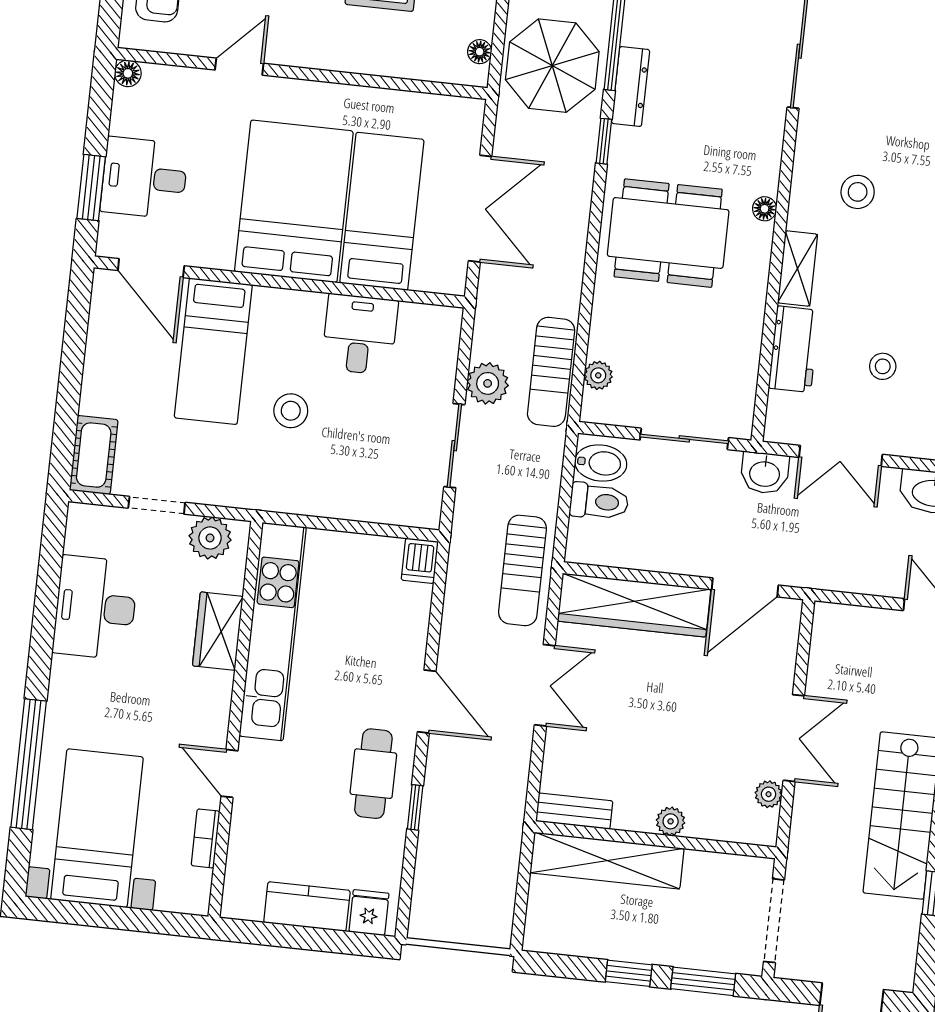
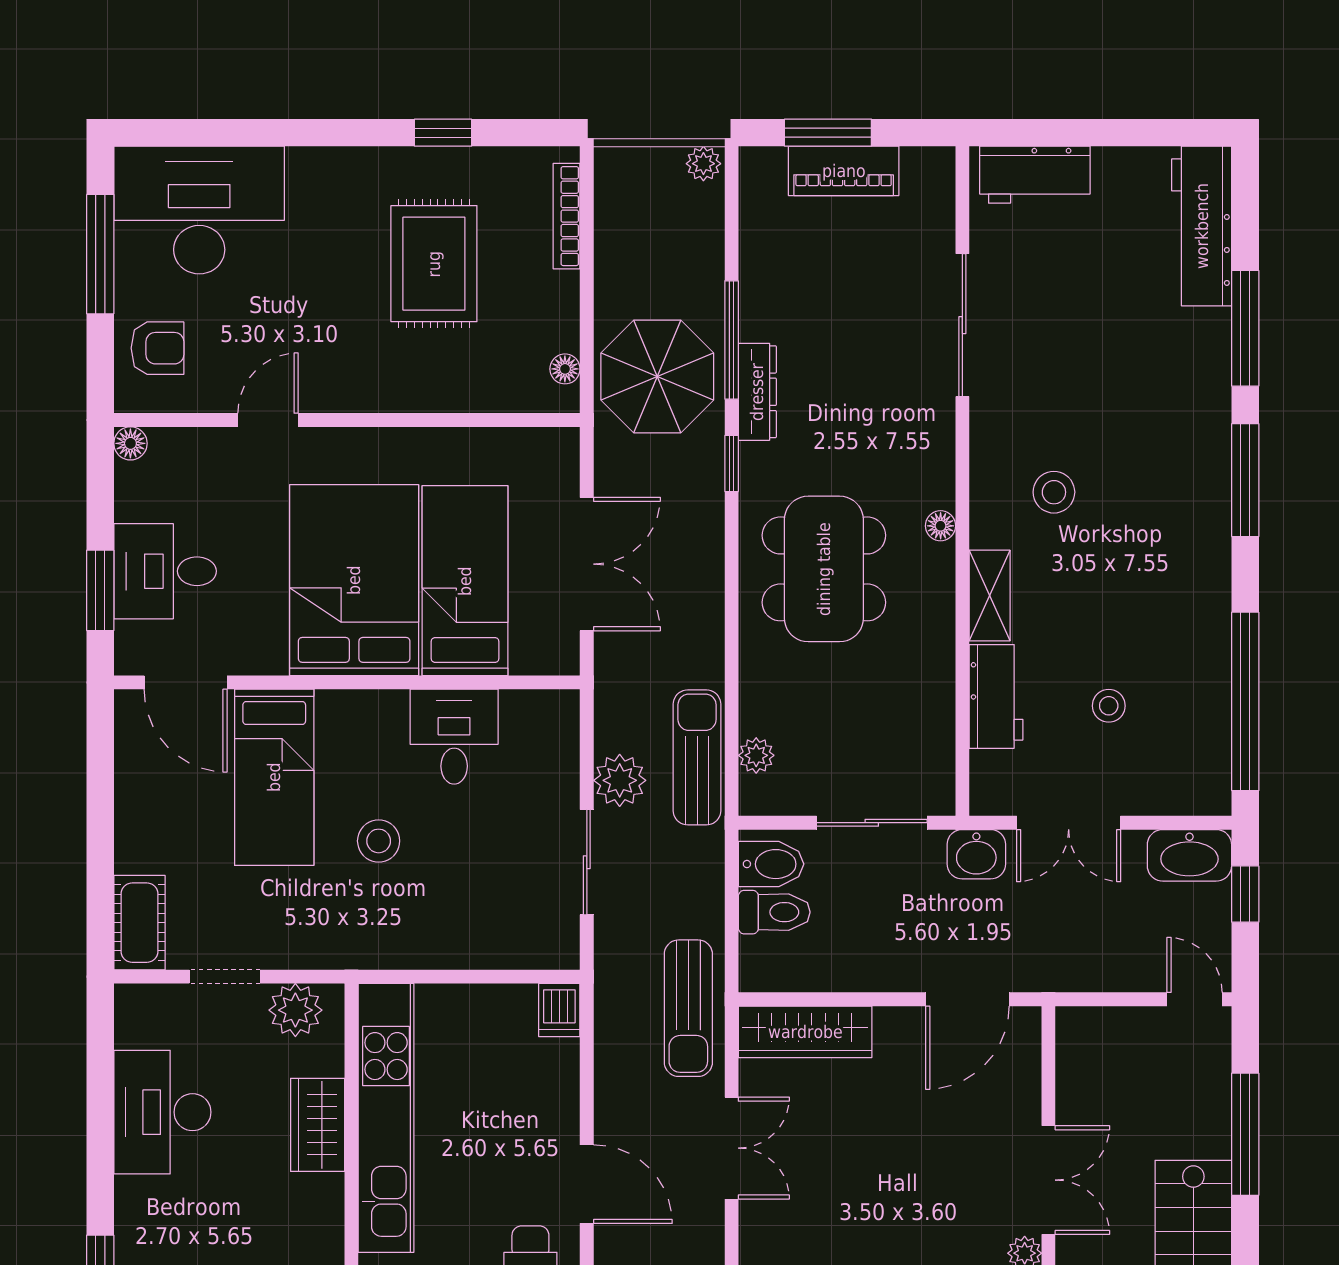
dining table: (668, 233) -> (824, 569), turned 90
sun lounger: (551, 372) -> (697, 757), turned 180
wardrobe: (634, 605) -> (805, 1032), width x0.71, depth x0.85

